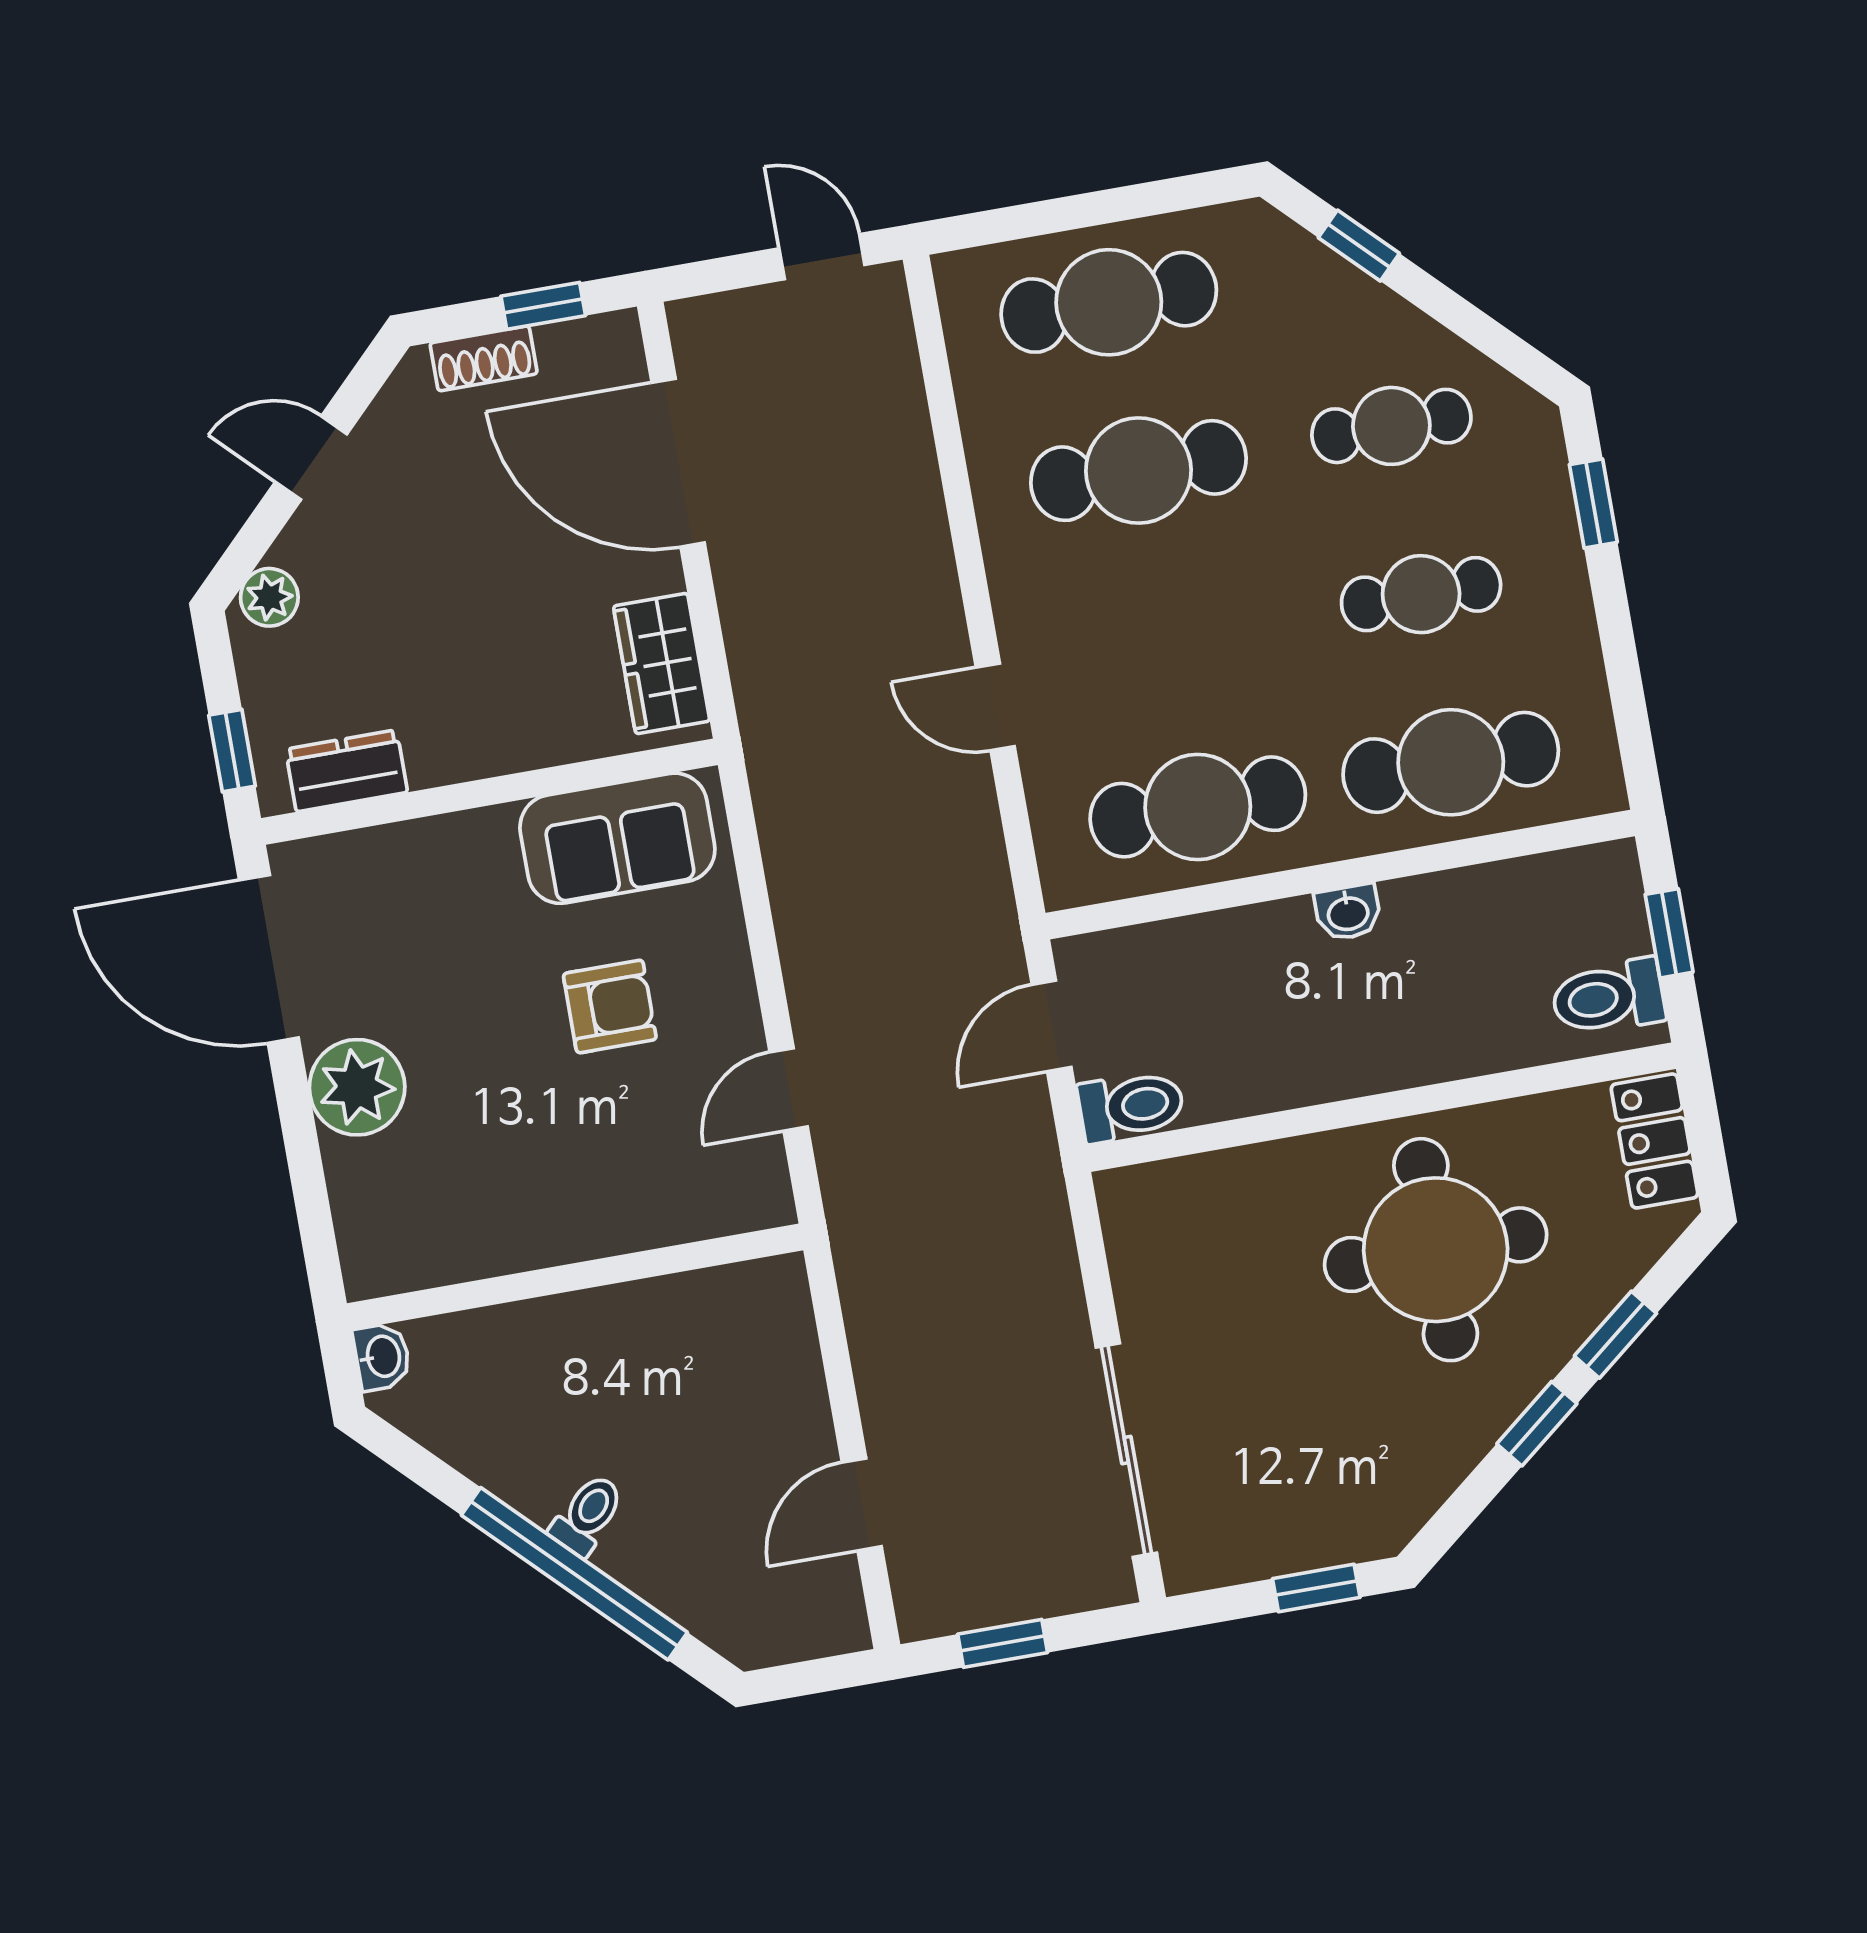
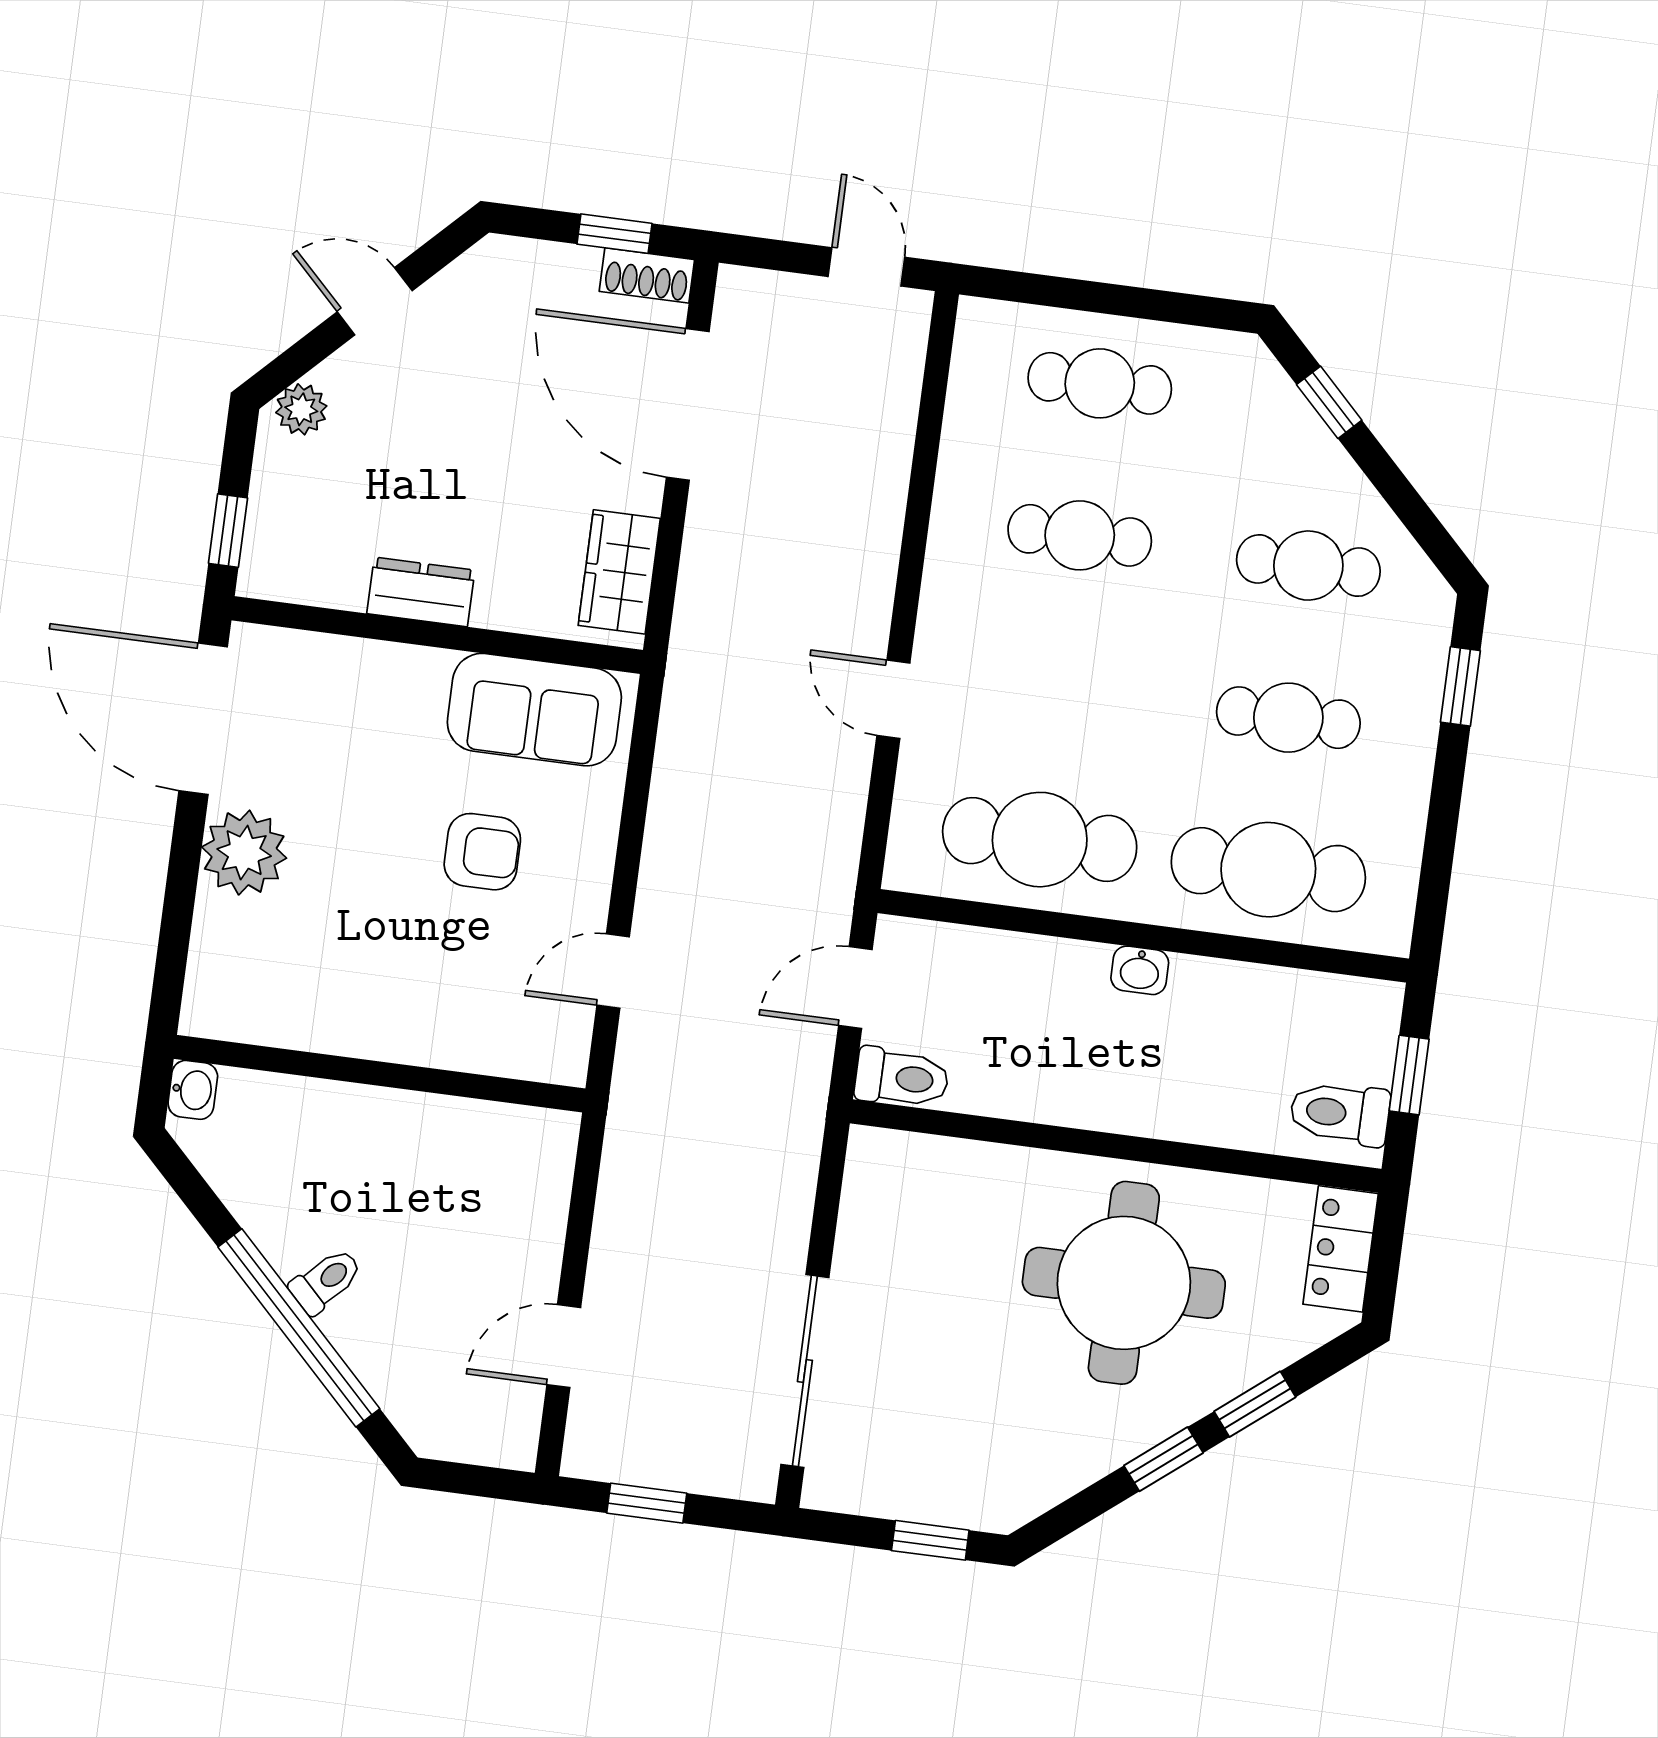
cafe table: (1109, 302) -> (1100, 383), width x0.73, depth x0.74
shoe rack: (484, 358) -> (647, 275), moved
cafe table: (1138, 471) -> (1080, 535), width x0.73, depth x0.74
dresser: (346, 771) -> (421, 592), moved

